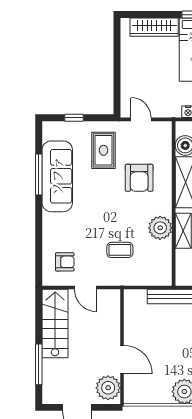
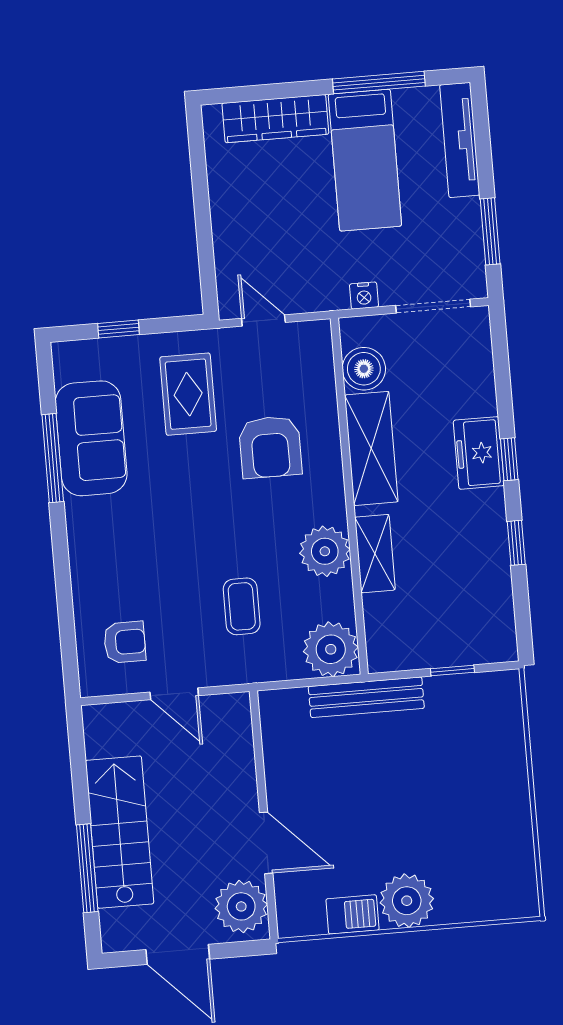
sofa: (57, 176) -> (91, 438), width x0.73
coffee table: (120, 250) -> (242, 606), turned 90
plant: (159, 273) -> (331, 649), added
stairs: (55, 323) -> (120, 832), moved
barbecue: (159, 396) -> (352, 914), added

